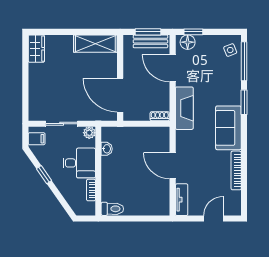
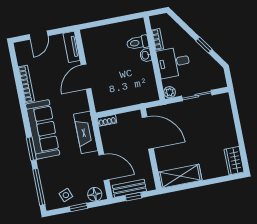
window: (148, 32) -> (133, 197), width x0.67
window: (193, 32) -> (78, 207), moved
side table: (230, 50) -> (66, 195), moved
sofa: (228, 128) -> (43, 129), width x1.36
filing cabinet: (37, 139) -> (217, 77), removed
washbasin: (107, 149) -> (146, 55), moved
door: (173, 166) -> (86, 77), swing flipped
toilet: (112, 209) -> (138, 43), moved

